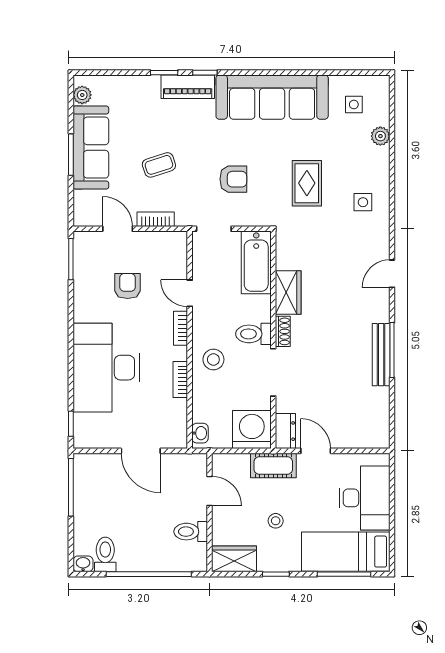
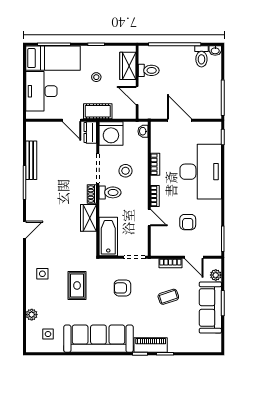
plant: (82, 95) -> (216, 275), moved
bench: (381, 355) -> (31, 160), moved
stool: (213, 360) -> (126, 171), moved
wardrobe: (234, 559) -> (128, 66), moved, turned 90

